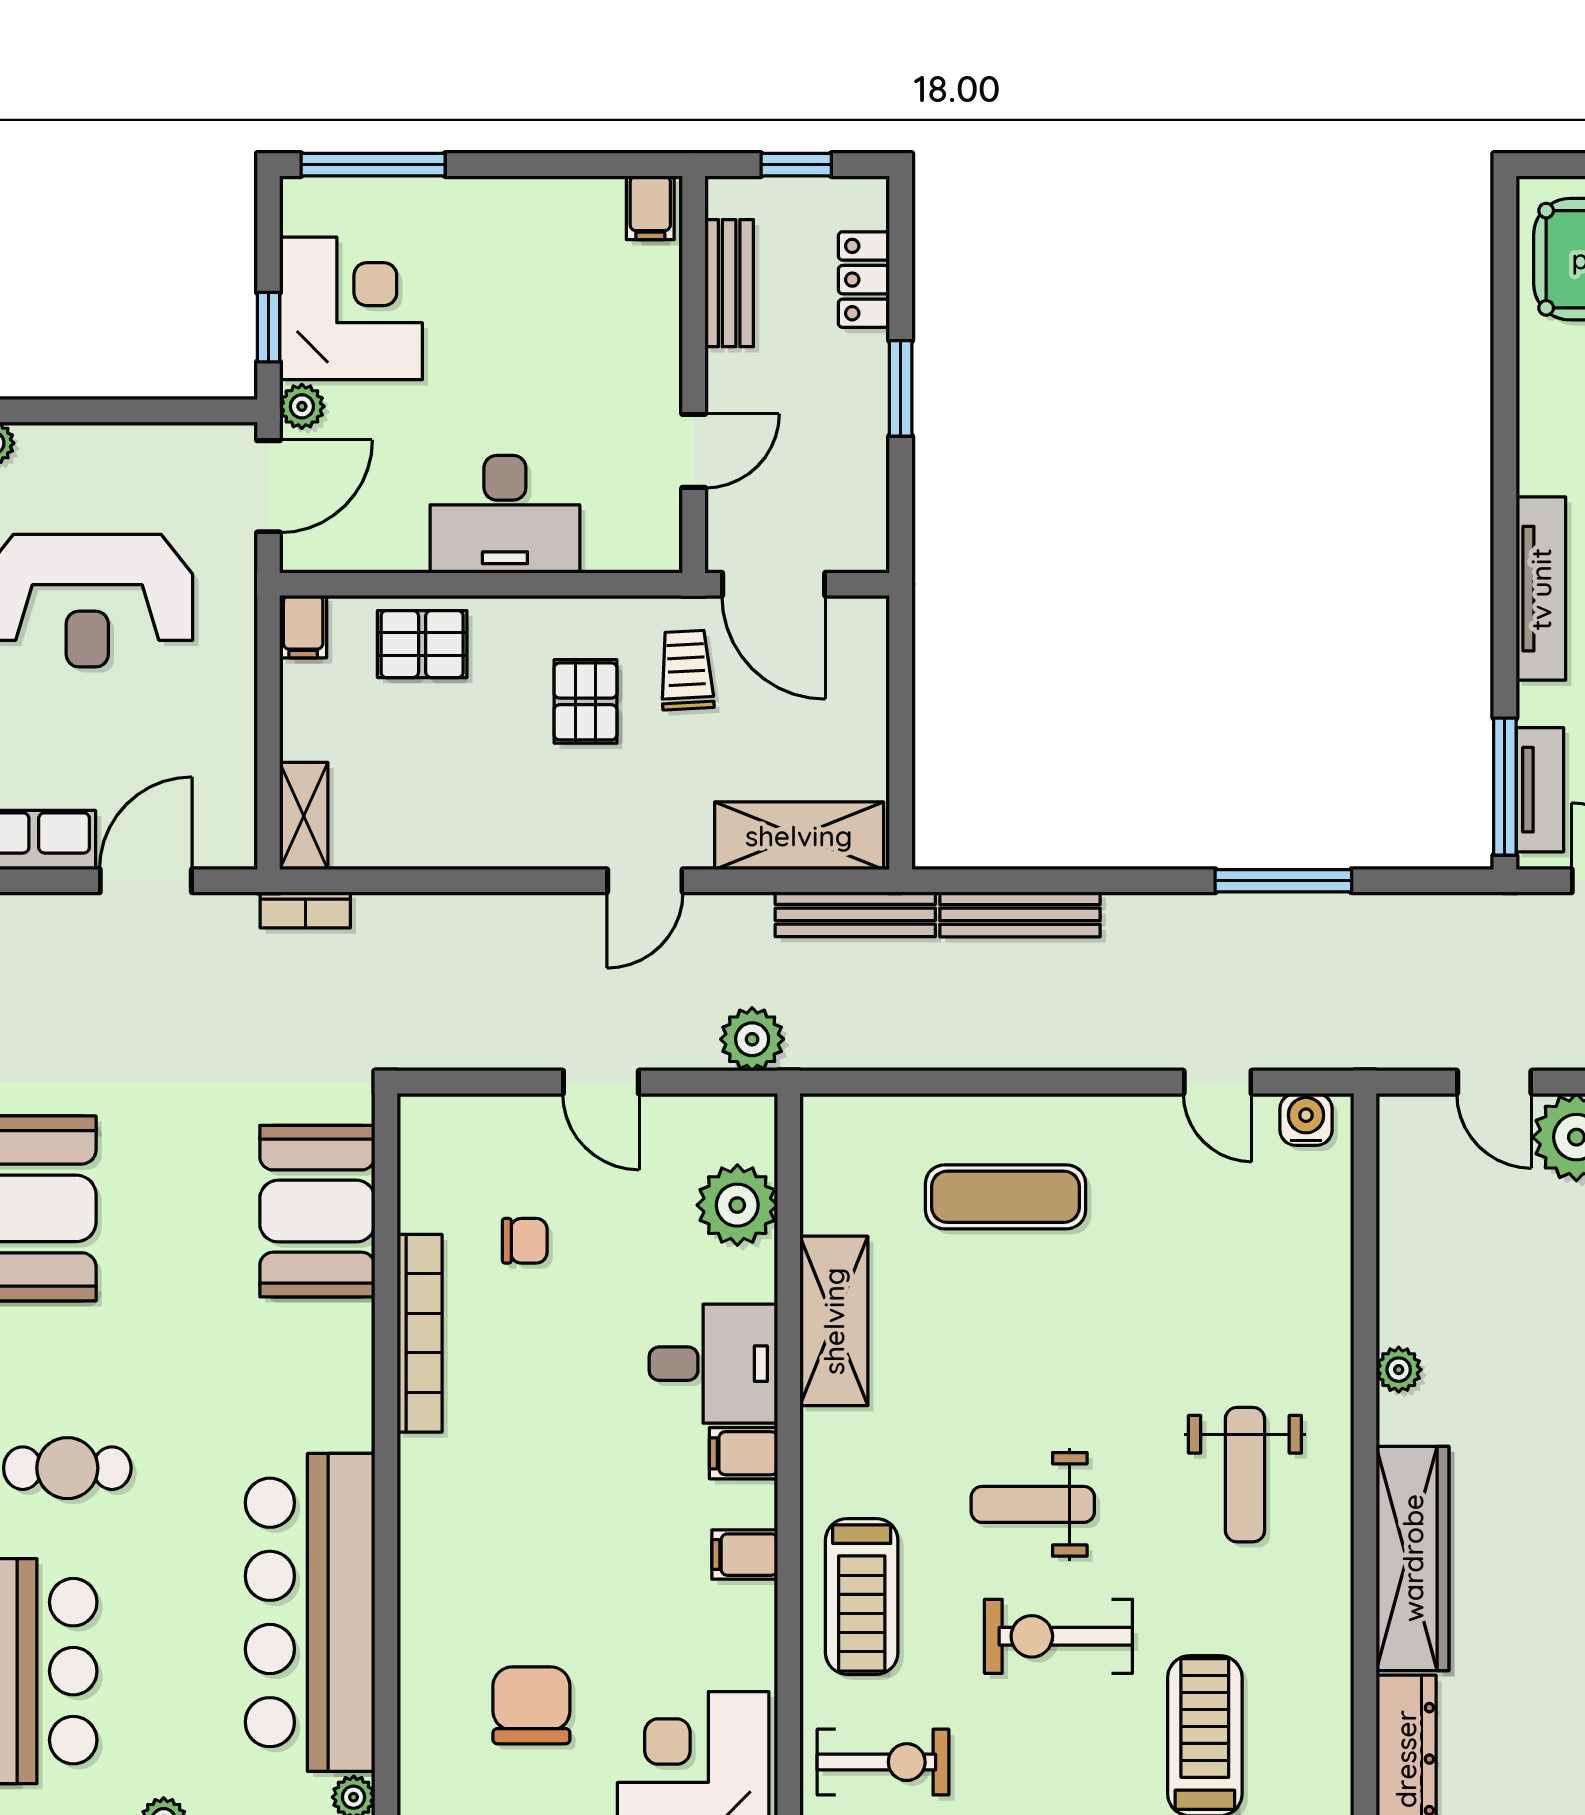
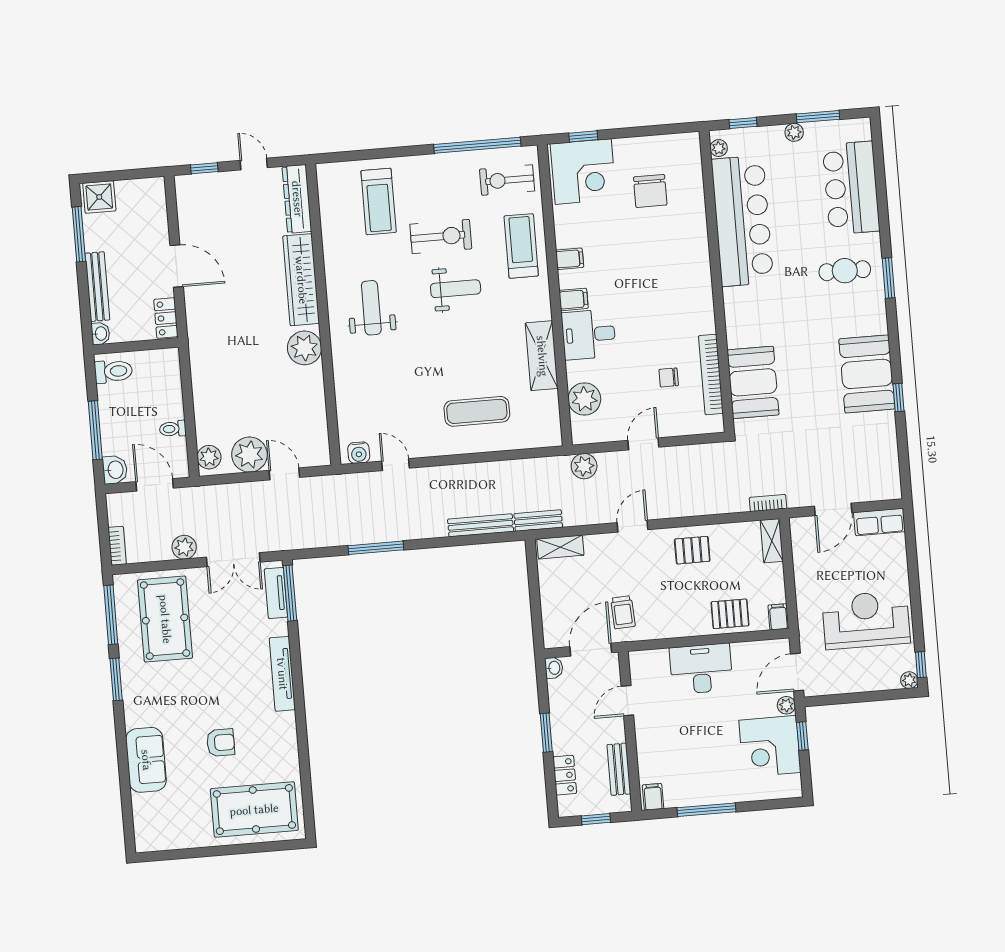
window: (373, 165) -> (706, 810), moved
washbasin: (868, 547) -> (554, 668), added
door: (774, 584) -> (591, 650), hinge flipped
pallet: (585, 701) -> (692, 550), moved, turned 90
shelving: (799, 836) -> (560, 547), width x0.67, depth x0.75
bench: (855, 914) -> (538, 521), width x0.73
door: (601, 1082) -> (643, 444), hinge flipped
bookcase: (420, 1333) -> (711, 375), moved
plant: (1399, 1370) -> (304, 348), width x1.88, depth x1.88

